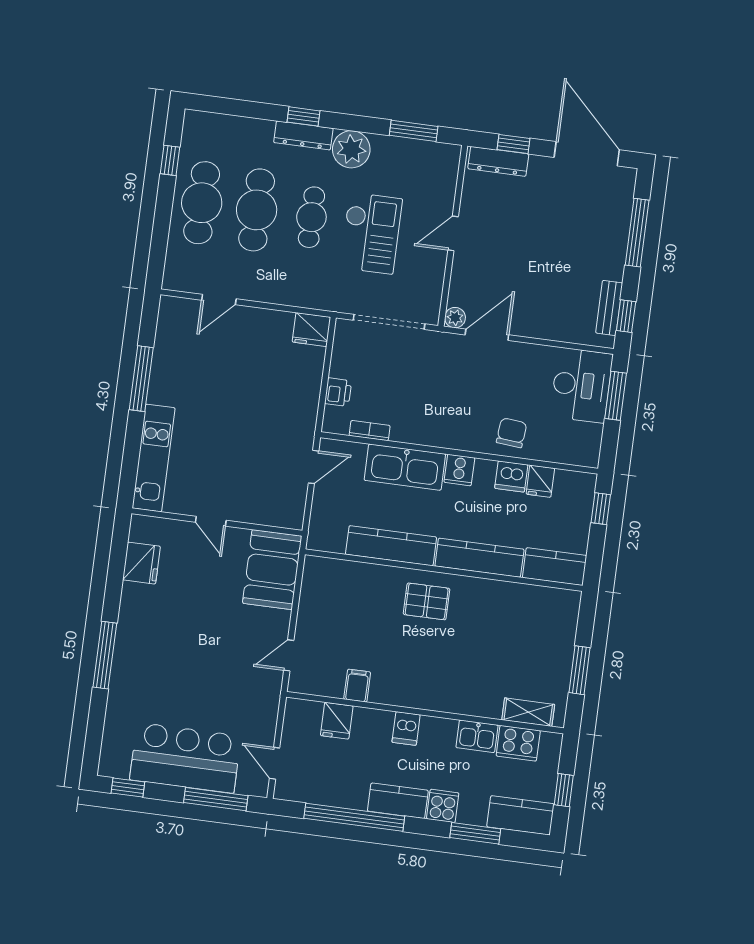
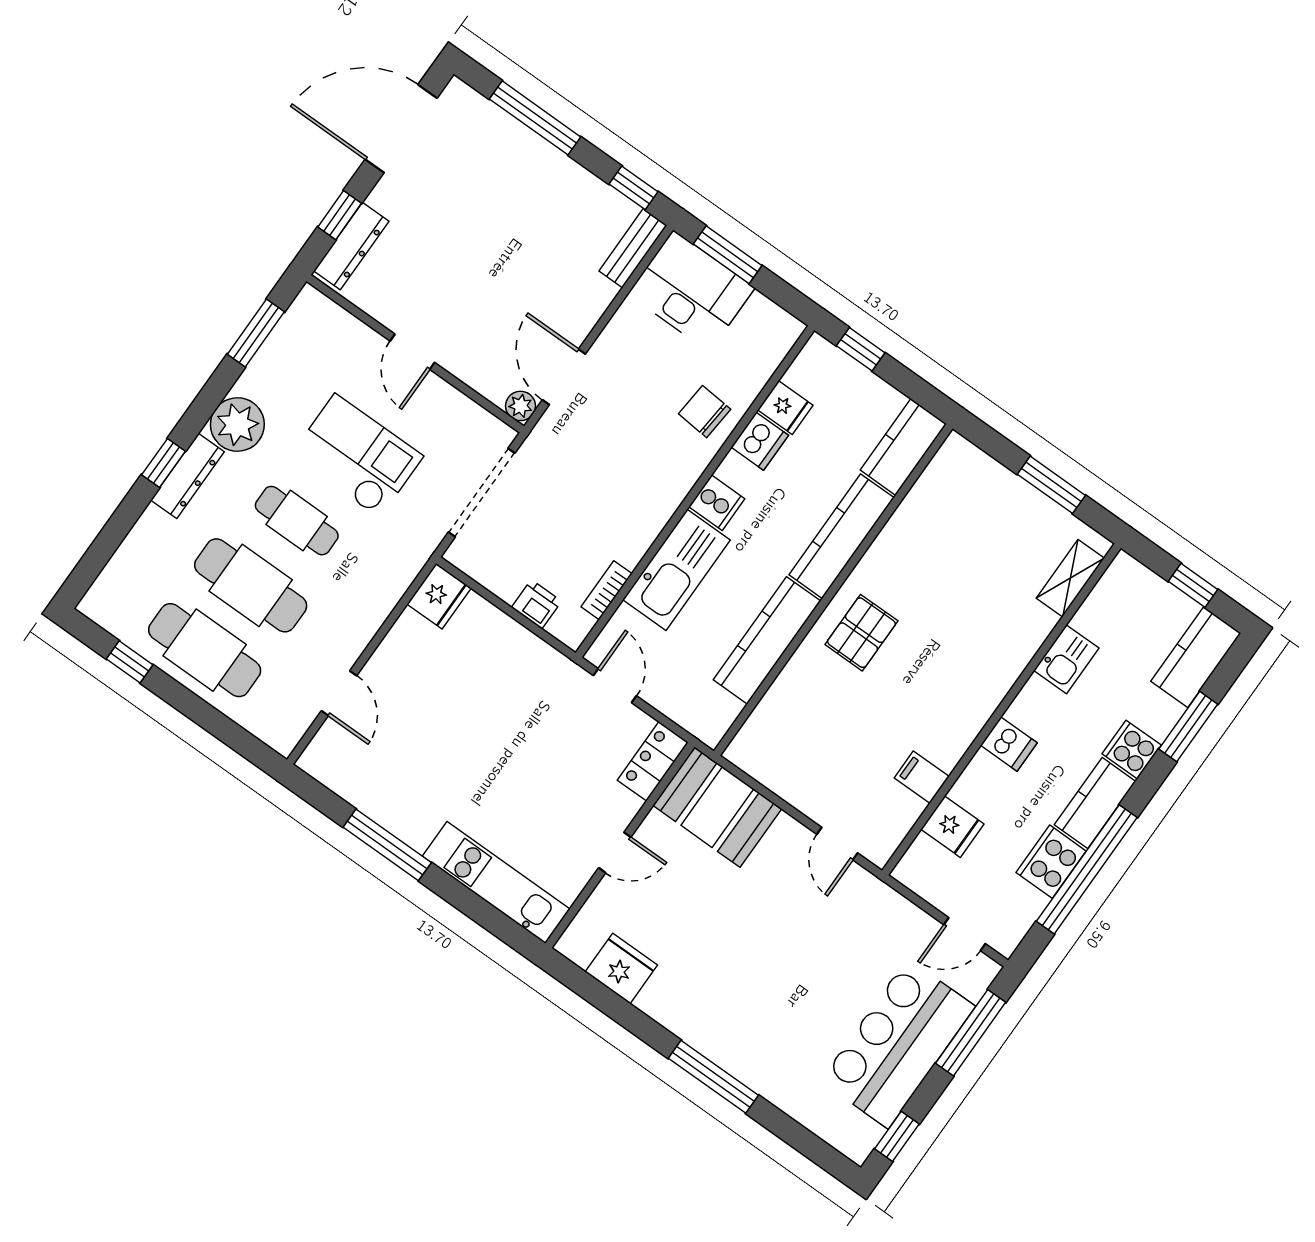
bench: (609, 308) -> (633, 248), moved, turned 90
locker: (279, 515) -> (653, 761), added
cooker: (518, 743) -> (1051, 862), moved, turned 180

